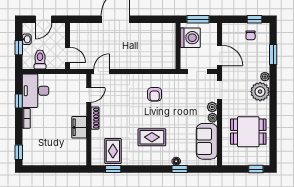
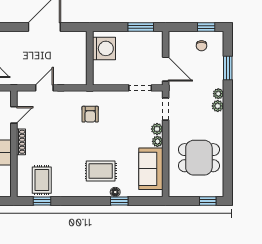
washing machine: (190, 38) -> (104, 48), moved
wall: (178, 46) -> (90, 58), moved
door: (102, 72) -> (44, 88), moved
plant: (260, 92) -> (218, 106), width x0.53, depth x0.53
rug: (152, 137) -> (101, 171), moved

